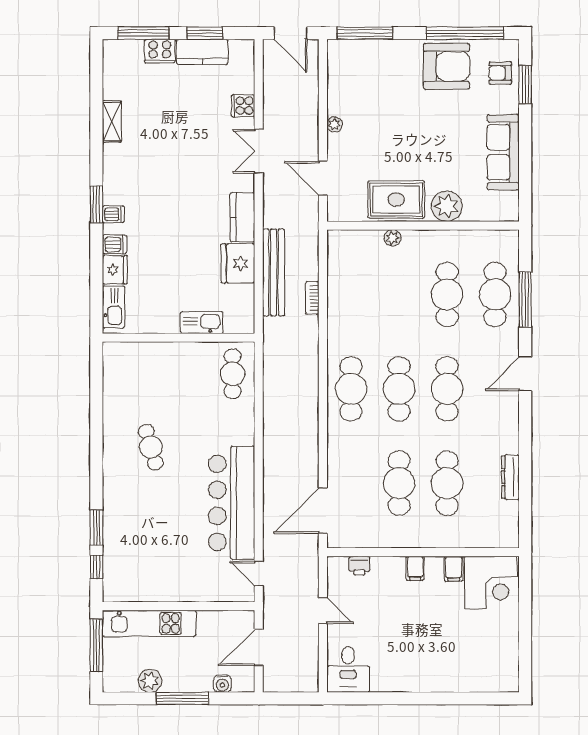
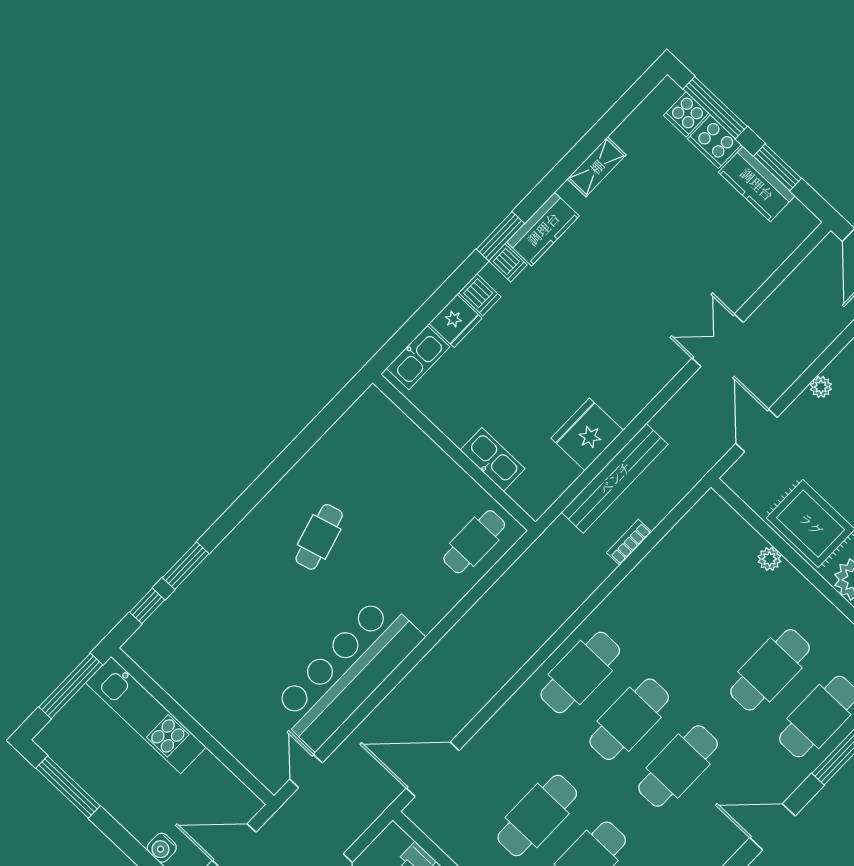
cooker: (243, 106) -> (686, 114), moved, turned -90
kitchen counter: (242, 217) -> (543, 229), moved, turned 180
plant: (150, 681) -> (91, 774), removed
window: (182, 698) -> (68, 787), moved

